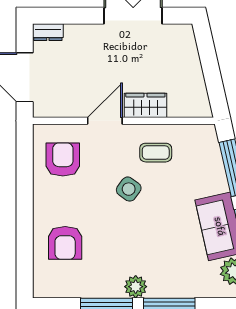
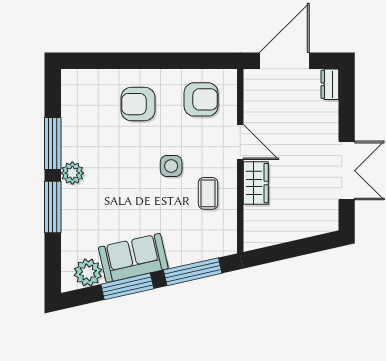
side table: (129, 189) -> (171, 166), turned -36
armchair: (65, 243) -> (138, 104), moved

